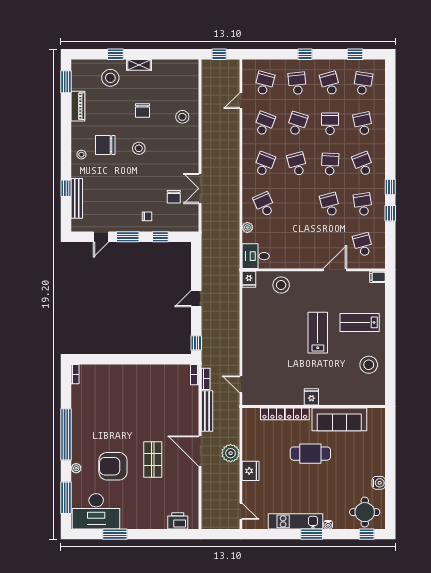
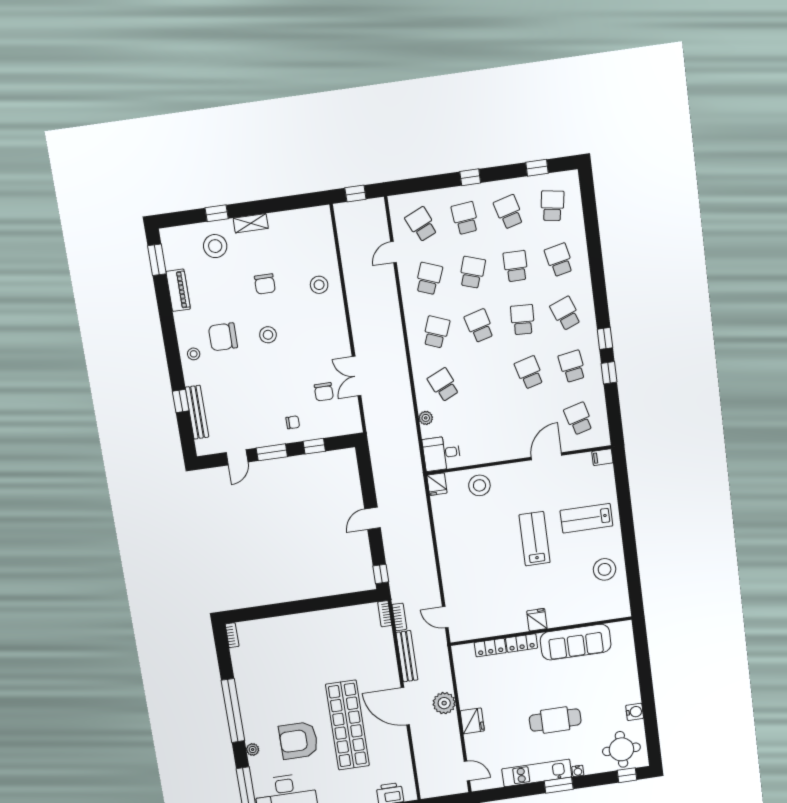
school desk: (264, 83) -> (421, 224), turned -39
cafe table: (310, 454) -> (555, 720), moved
shop shelf: (153, 460) -> (347, 725), width x2.00, depth x1.36

